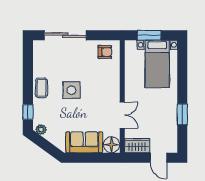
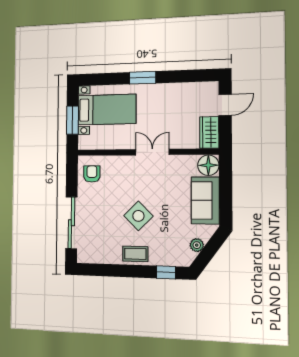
side table: (71, 90) -> (138, 216), turned 45
window: (182, 114) -> (143, 78), moved
double door: (122, 115) -> (152, 152), moved
plant: (41, 129) -> (197, 245), moved

